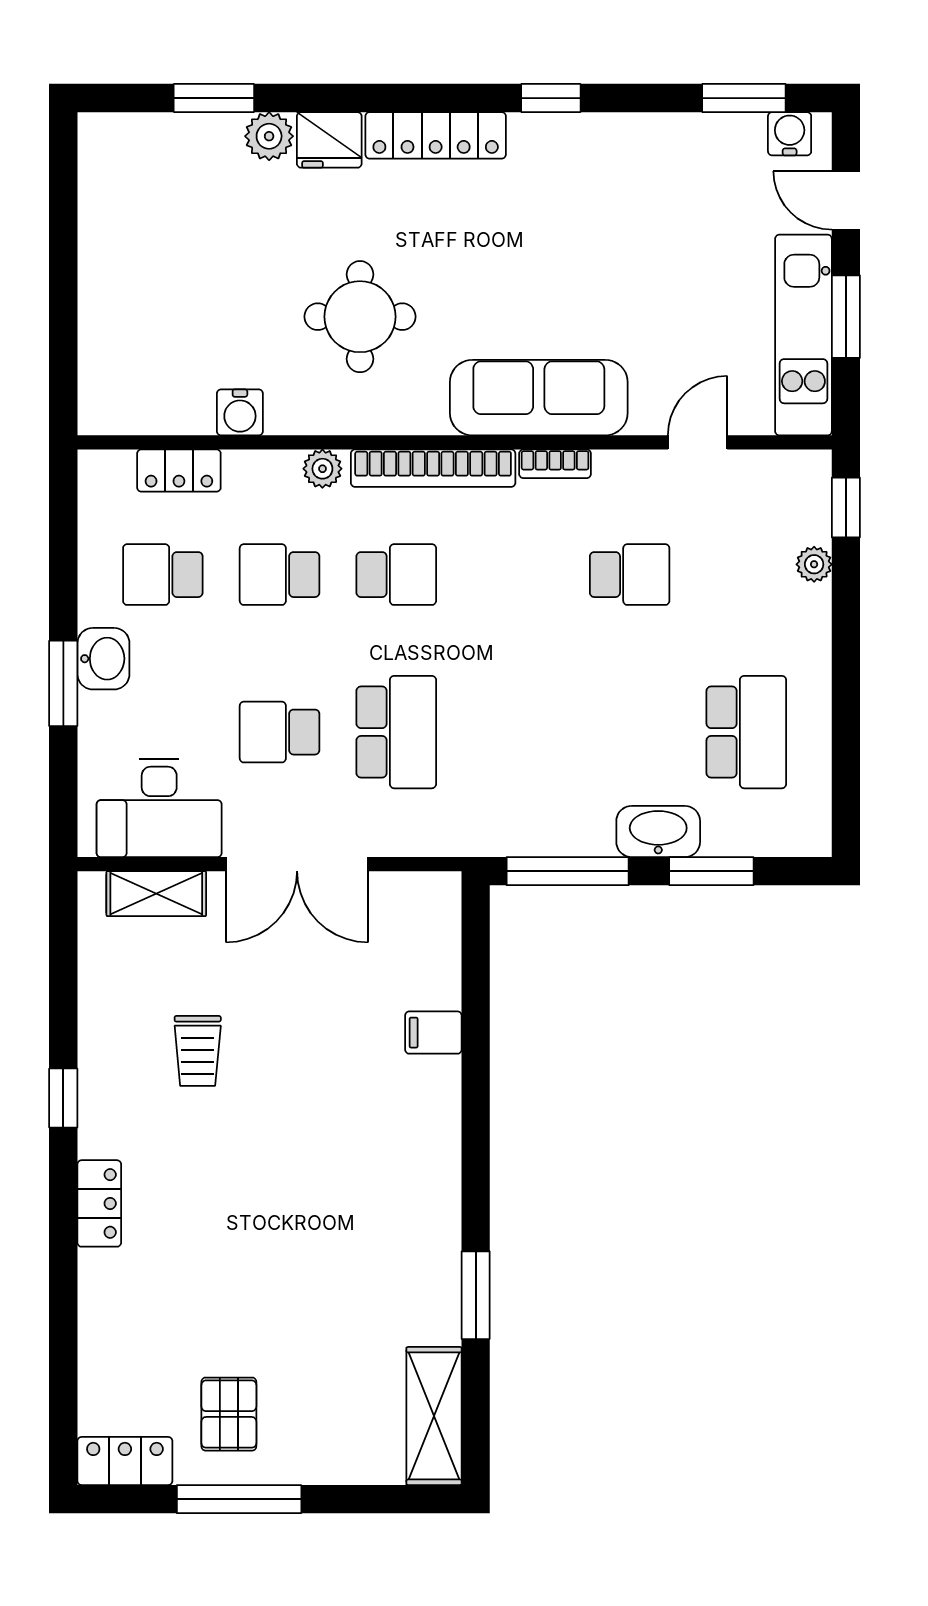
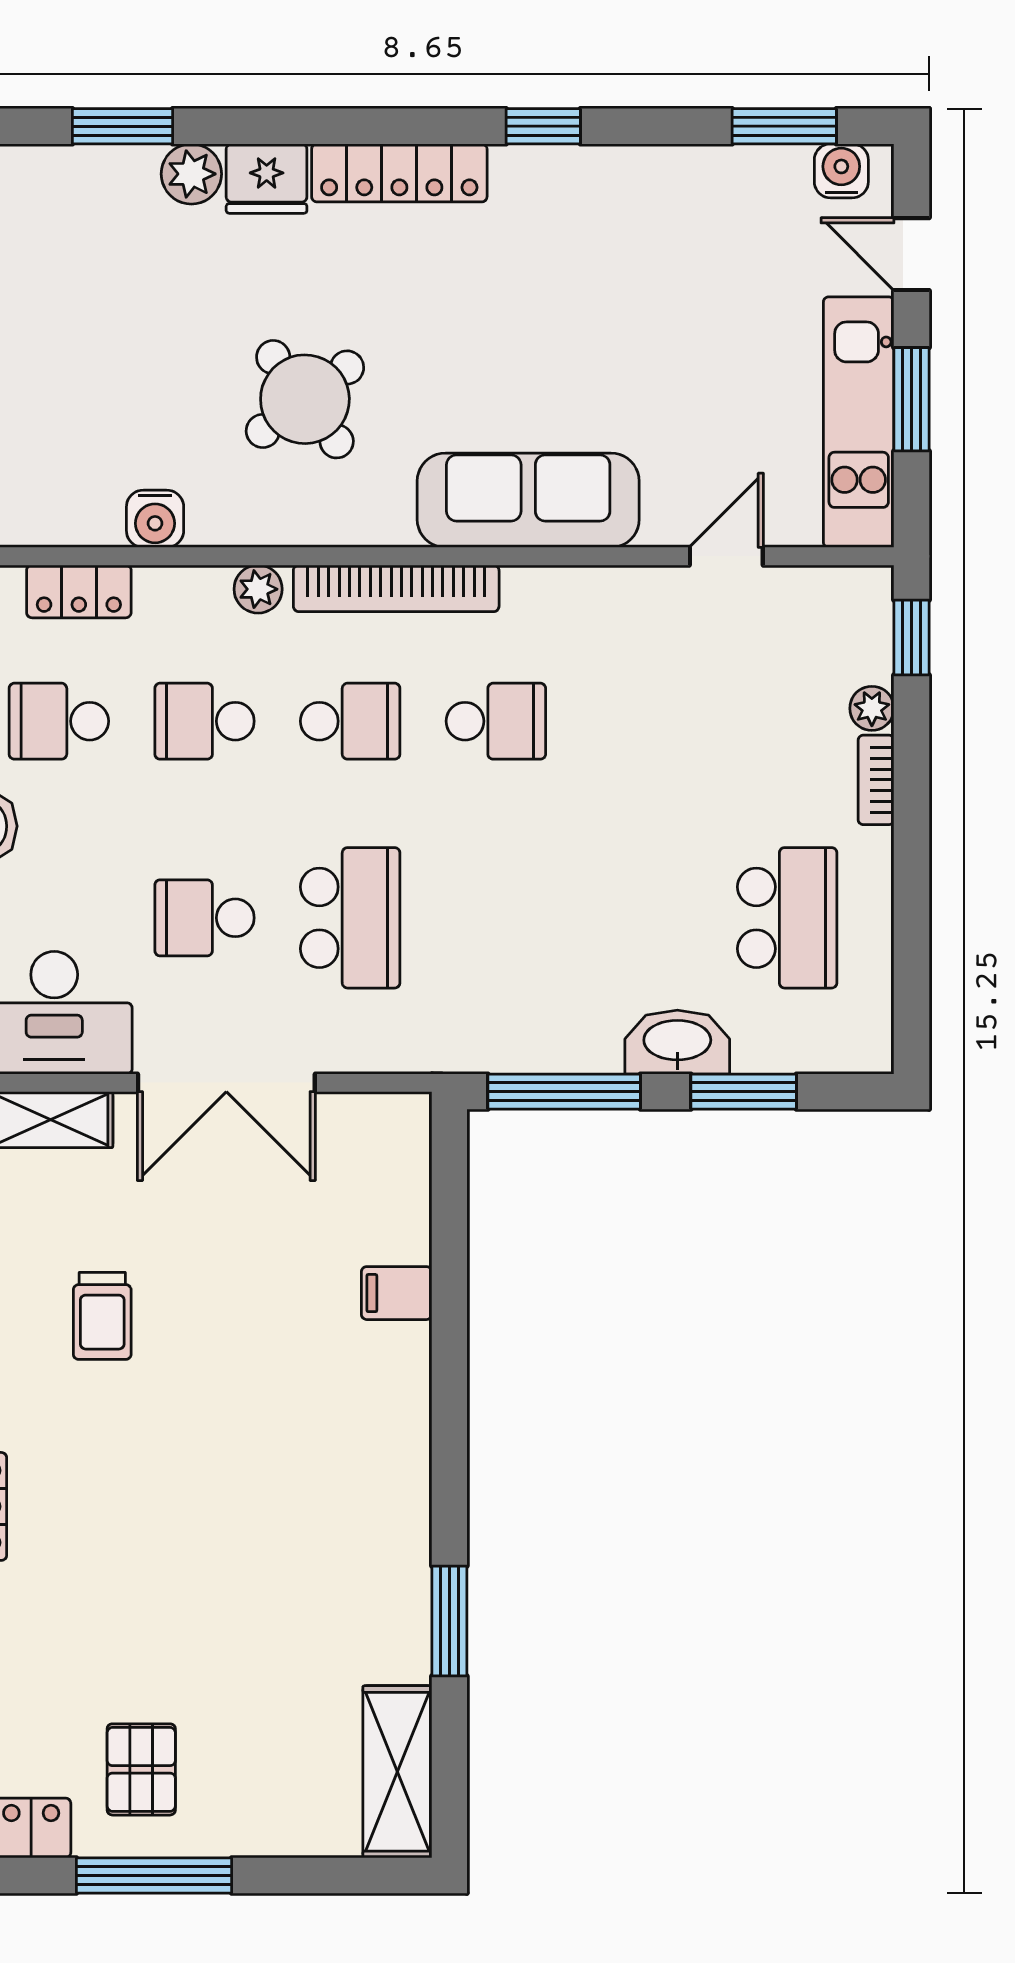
round table: (360, 317) -> (305, 399), turned -37
bookcase: (555, 464) -> (876, 780), moved, turned 90
school desk: (630, 575) -> (496, 721), moved

